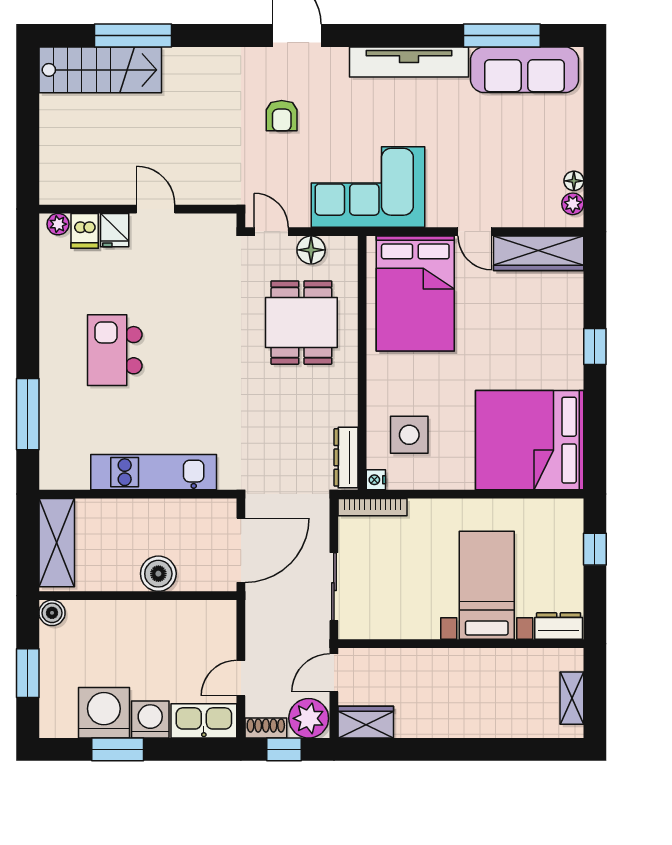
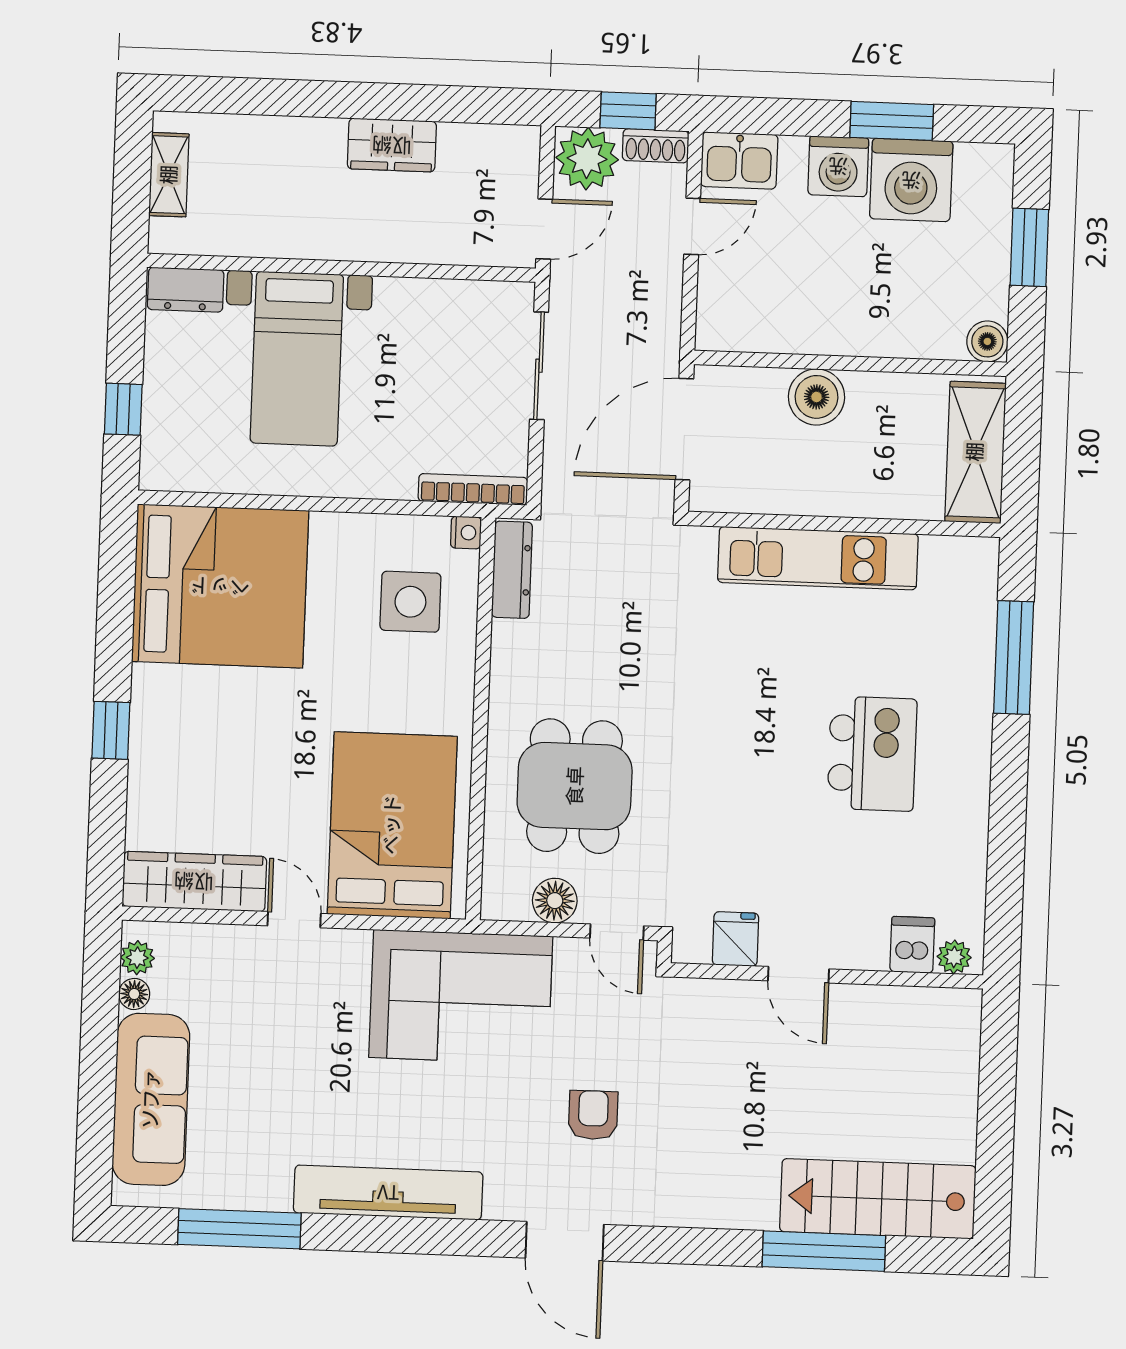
sofa: (525, 70) -> (151, 1099), moved, turned 90
fridge: (115, 230) -> (736, 939), moved
kitchen sink: (204, 721) -> (739, 160), width x0.73
wardrobe: (366, 722) -> (392, 145), moved

